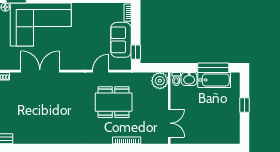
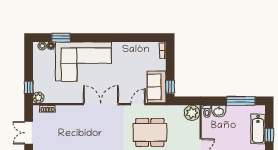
sofa: (121, 40) -> (157, 87), moved
double door: (40, 71) -> (101, 104), moved
bathtub: (214, 80) -> (258, 129), moved, turned 90

